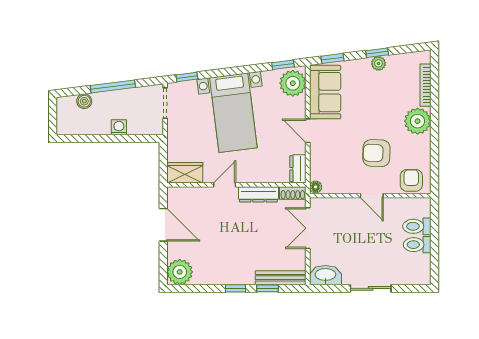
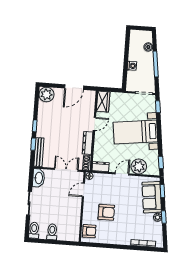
plant: (293, 83) -> (139, 166), moved
sofa: (325, 92) -> (152, 197), moved, turned 83
plant: (418, 121) -> (123, 237), removed
armchair: (376, 153) -> (106, 212), turned 88
door: (225, 185) -> (94, 124), hinge flipped
door: (372, 196) -> (83, 190), moved
toilet: (417, 226) -> (34, 230), moved

